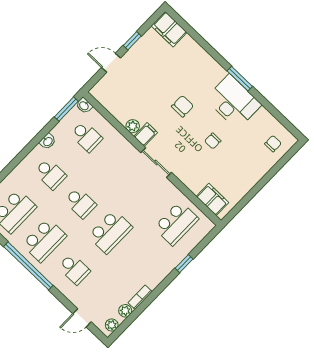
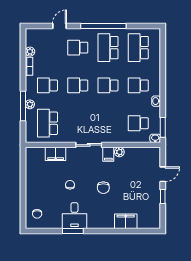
filing cabinet: (169, 29) -> (126, 221), moved
window: (240, 79) -> (73, 231), moved
desk: (233, 102) -> (74, 216), width x0.73
filing cabinet: (212, 200) -> (56, 154), moved
school desk: (110, 232) -> (78, 85), width x0.54
school desk: (140, 261) -> (47, 85), added
window: (184, 264) -> (23, 106), width x2.17
door: (82, 318) -> (59, 26), moved
plant: (112, 325) -> (30, 104), moved

